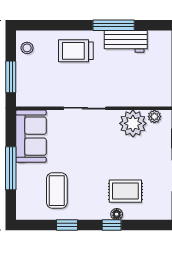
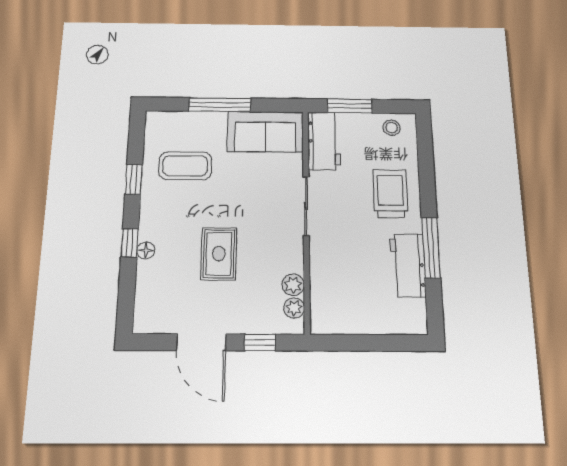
workbench: (37, 95) -> (324, 141), added
plant: (133, 123) -> (293, 285), width x0.53, depth x0.53
rug: (125, 191) -> (219, 254), moved

